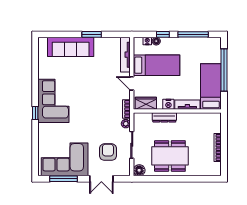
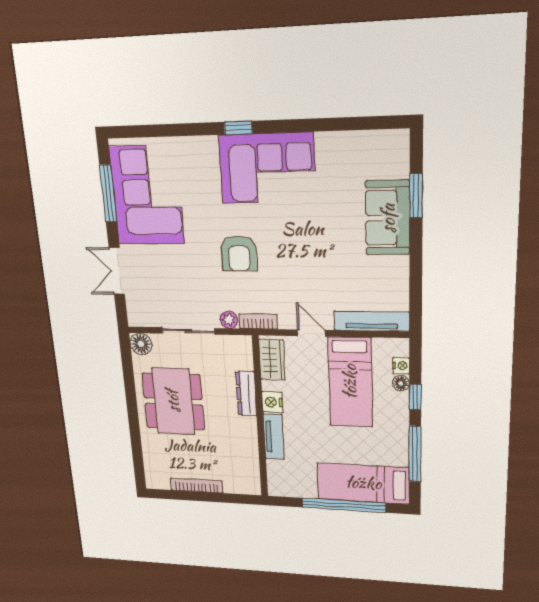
window: (92, 34) -> (416, 196), moved
sofa: (71, 47) -> (388, 218), width x0.73
door: (132, 83) -> (311, 333), hinge flipped
bed: (211, 86) -> (363, 483), moved, turned 180
armchair: (108, 152) -> (239, 254), moved, turned 90

